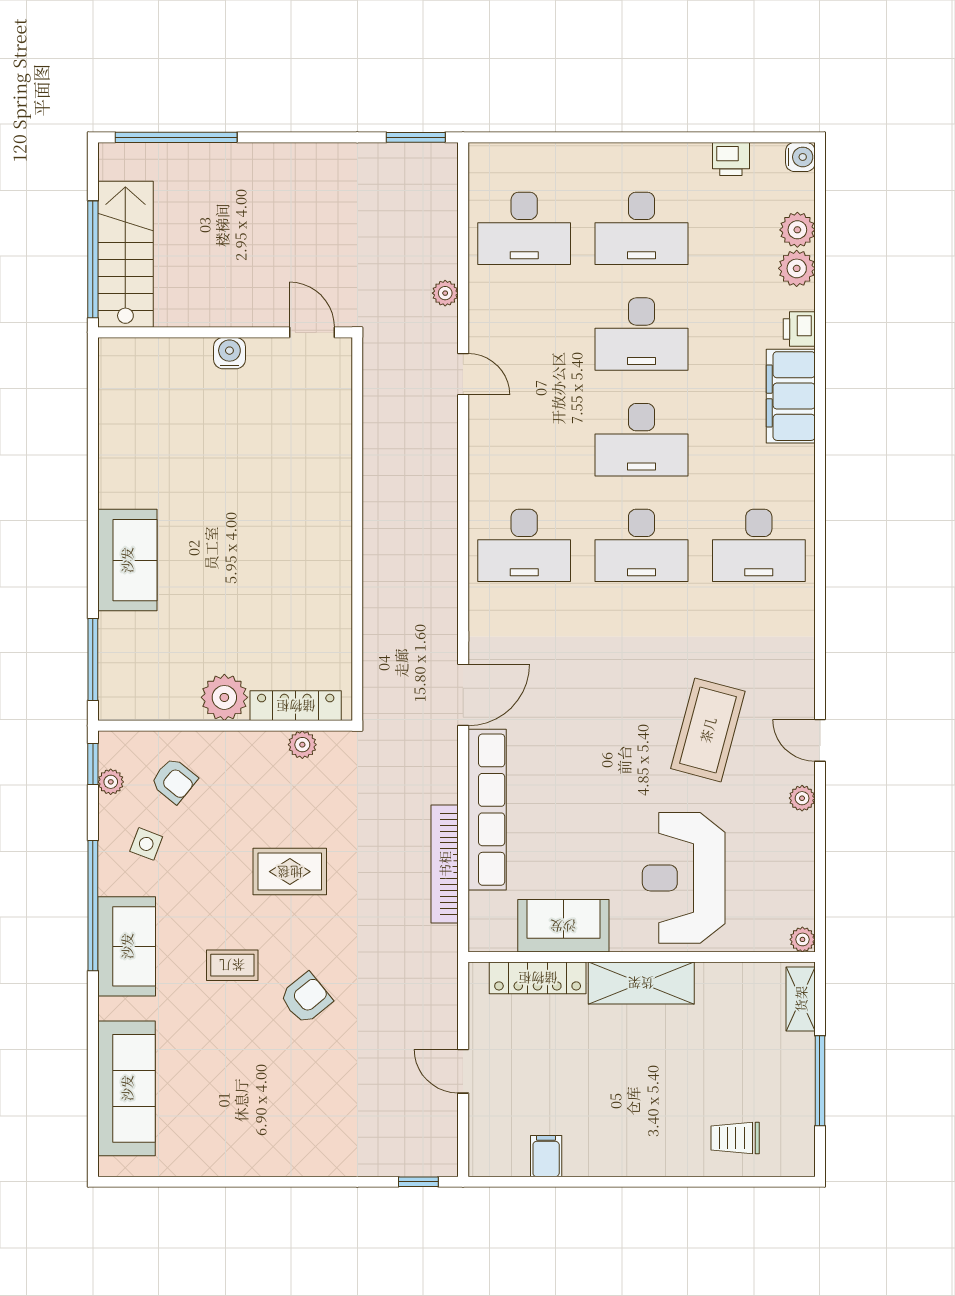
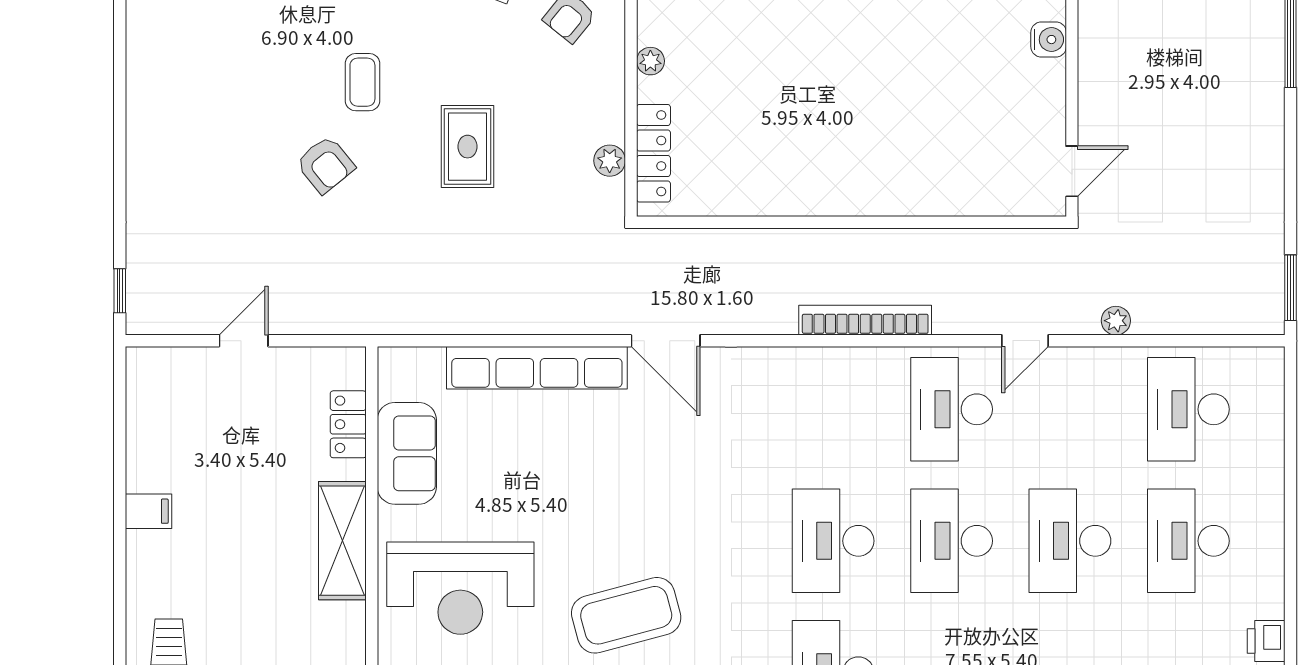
water cooler: (229, 353) -> (1049, 40), moved
desk: (524, 545) -> (952, 409), moved
plant: (224, 697) -> (650, 61), width x0.53, depth x0.53
coffee table: (708, 730) -> (626, 615), turned -30
bookcase: (445, 864) -> (865, 320), moved
reception desk: (684, 878) -> (460, 588), turned 180
locker: (538, 978) -> (348, 424), width x0.66
filing cabinet: (546, 1156) -> (149, 511), moved

